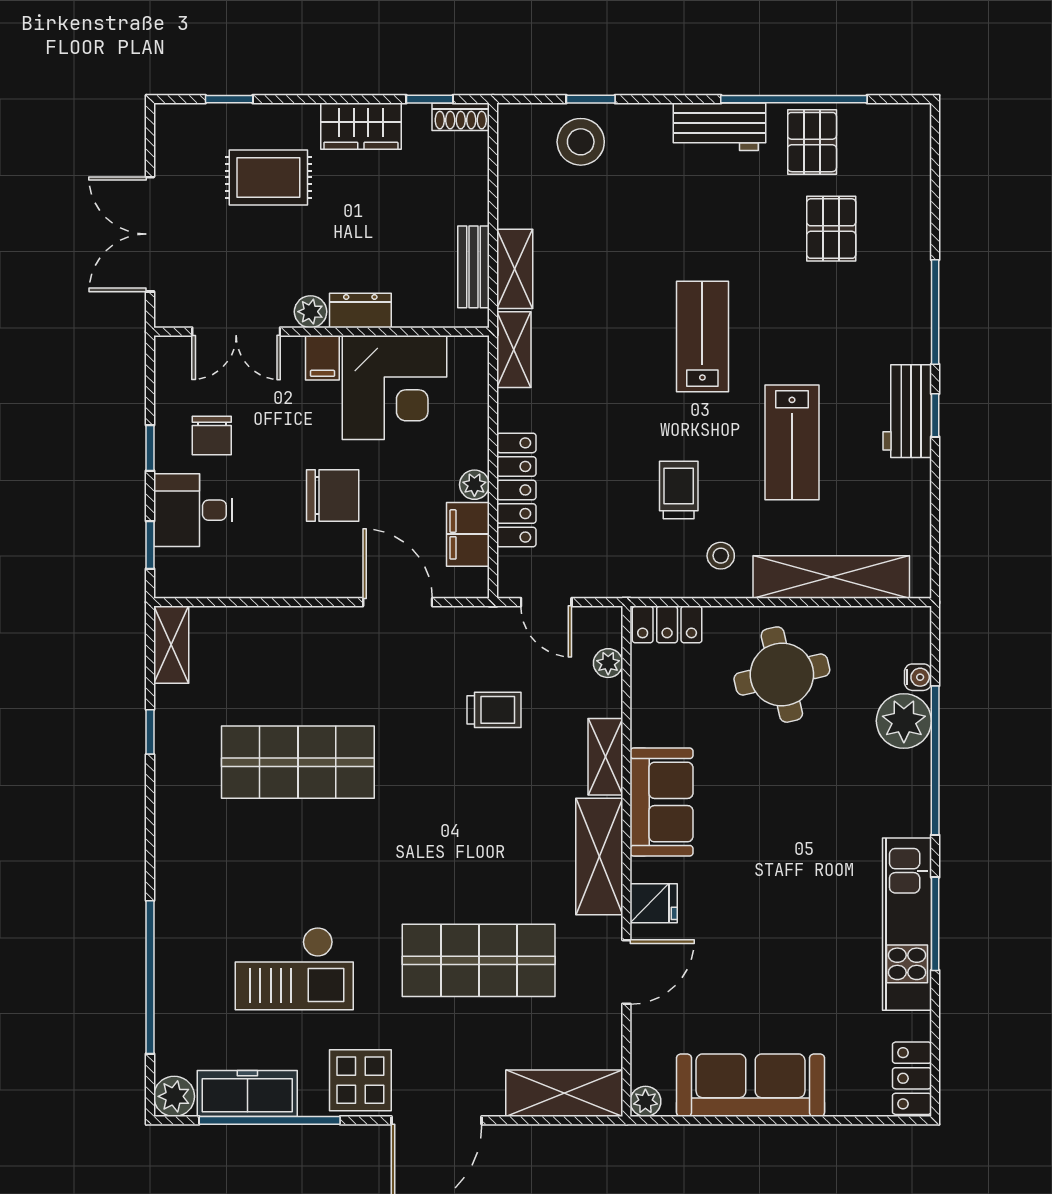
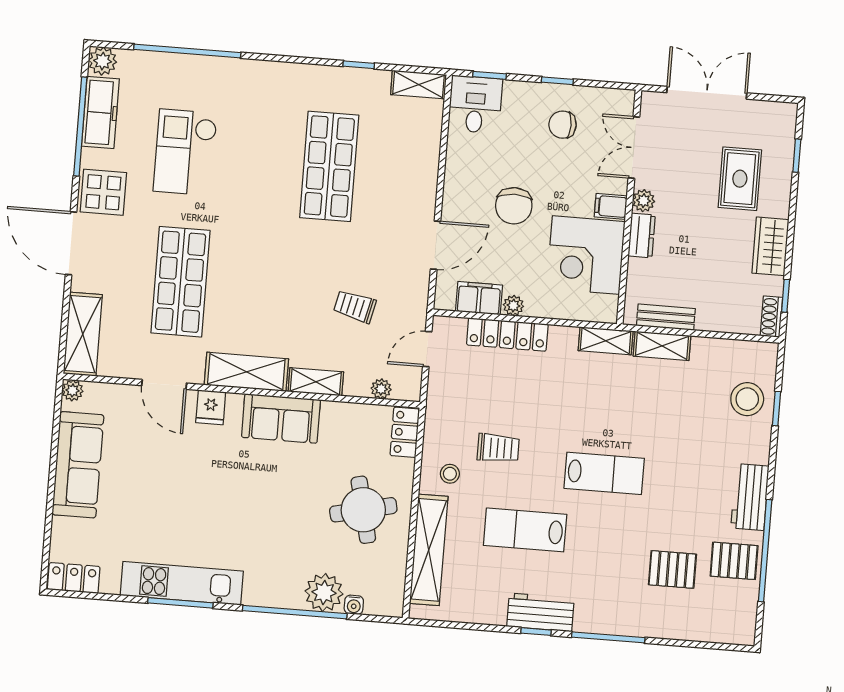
desk: (193, 510) -> (475, 104), moved
trolley: (494, 710) -> (355, 306), turned 103

